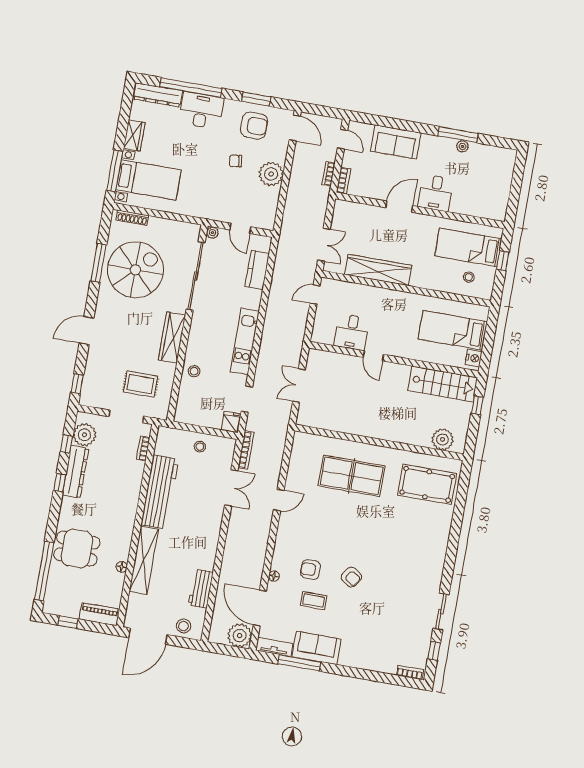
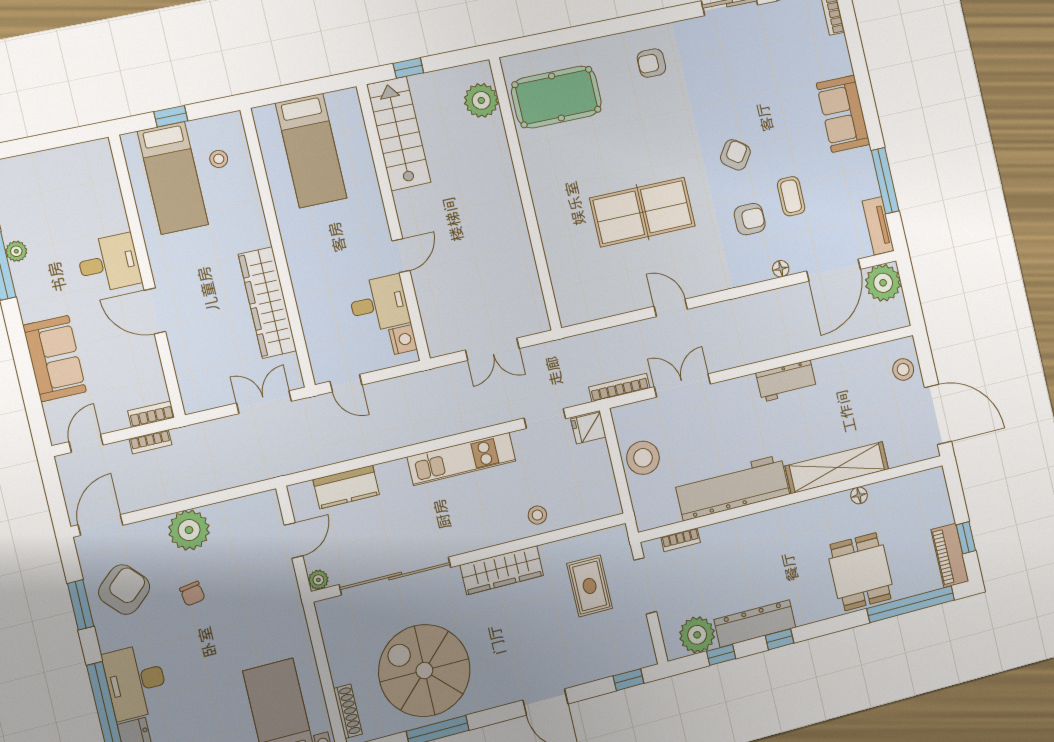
armchair: (254, 126) -> (124, 590), turned 48
nightstand: (474, 358) -> (403, 339), moved, turned 90
stool: (200, 447) -> (643, 458), width x1.89, depth x1.89
table tennis table: (352, 476) -> (643, 212), moved, turned 90
pool table: (427, 484) -> (556, 97), turned 90
armchair: (424, 549) -> (651, 63), added
armchair: (310, 570) -> (750, 219), turned -90
workbench: (201, 589) -> (786, 381), moved
piano: (99, 614) -> (950, 555), moved
sofa: (316, 648) -> (843, 114), moved

